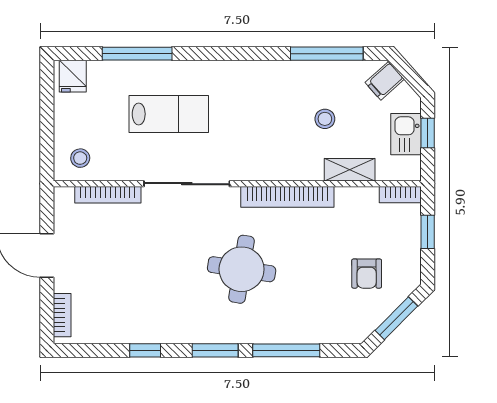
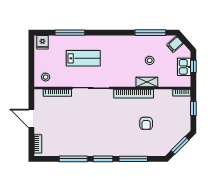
shelving: (350, 170) -> (147, 82), moved
round table: (242, 269) -> (114, 124), removed
armchair: (367, 274) -> (146, 123), moved
window: (145, 350) -> (73, 159), width x2.17

